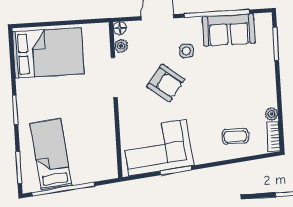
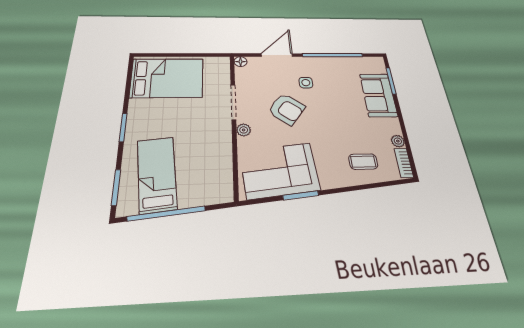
sofa: (229, 30) -> (378, 95), moved, turned 90
plant: (121, 46) -> (244, 130), moved

